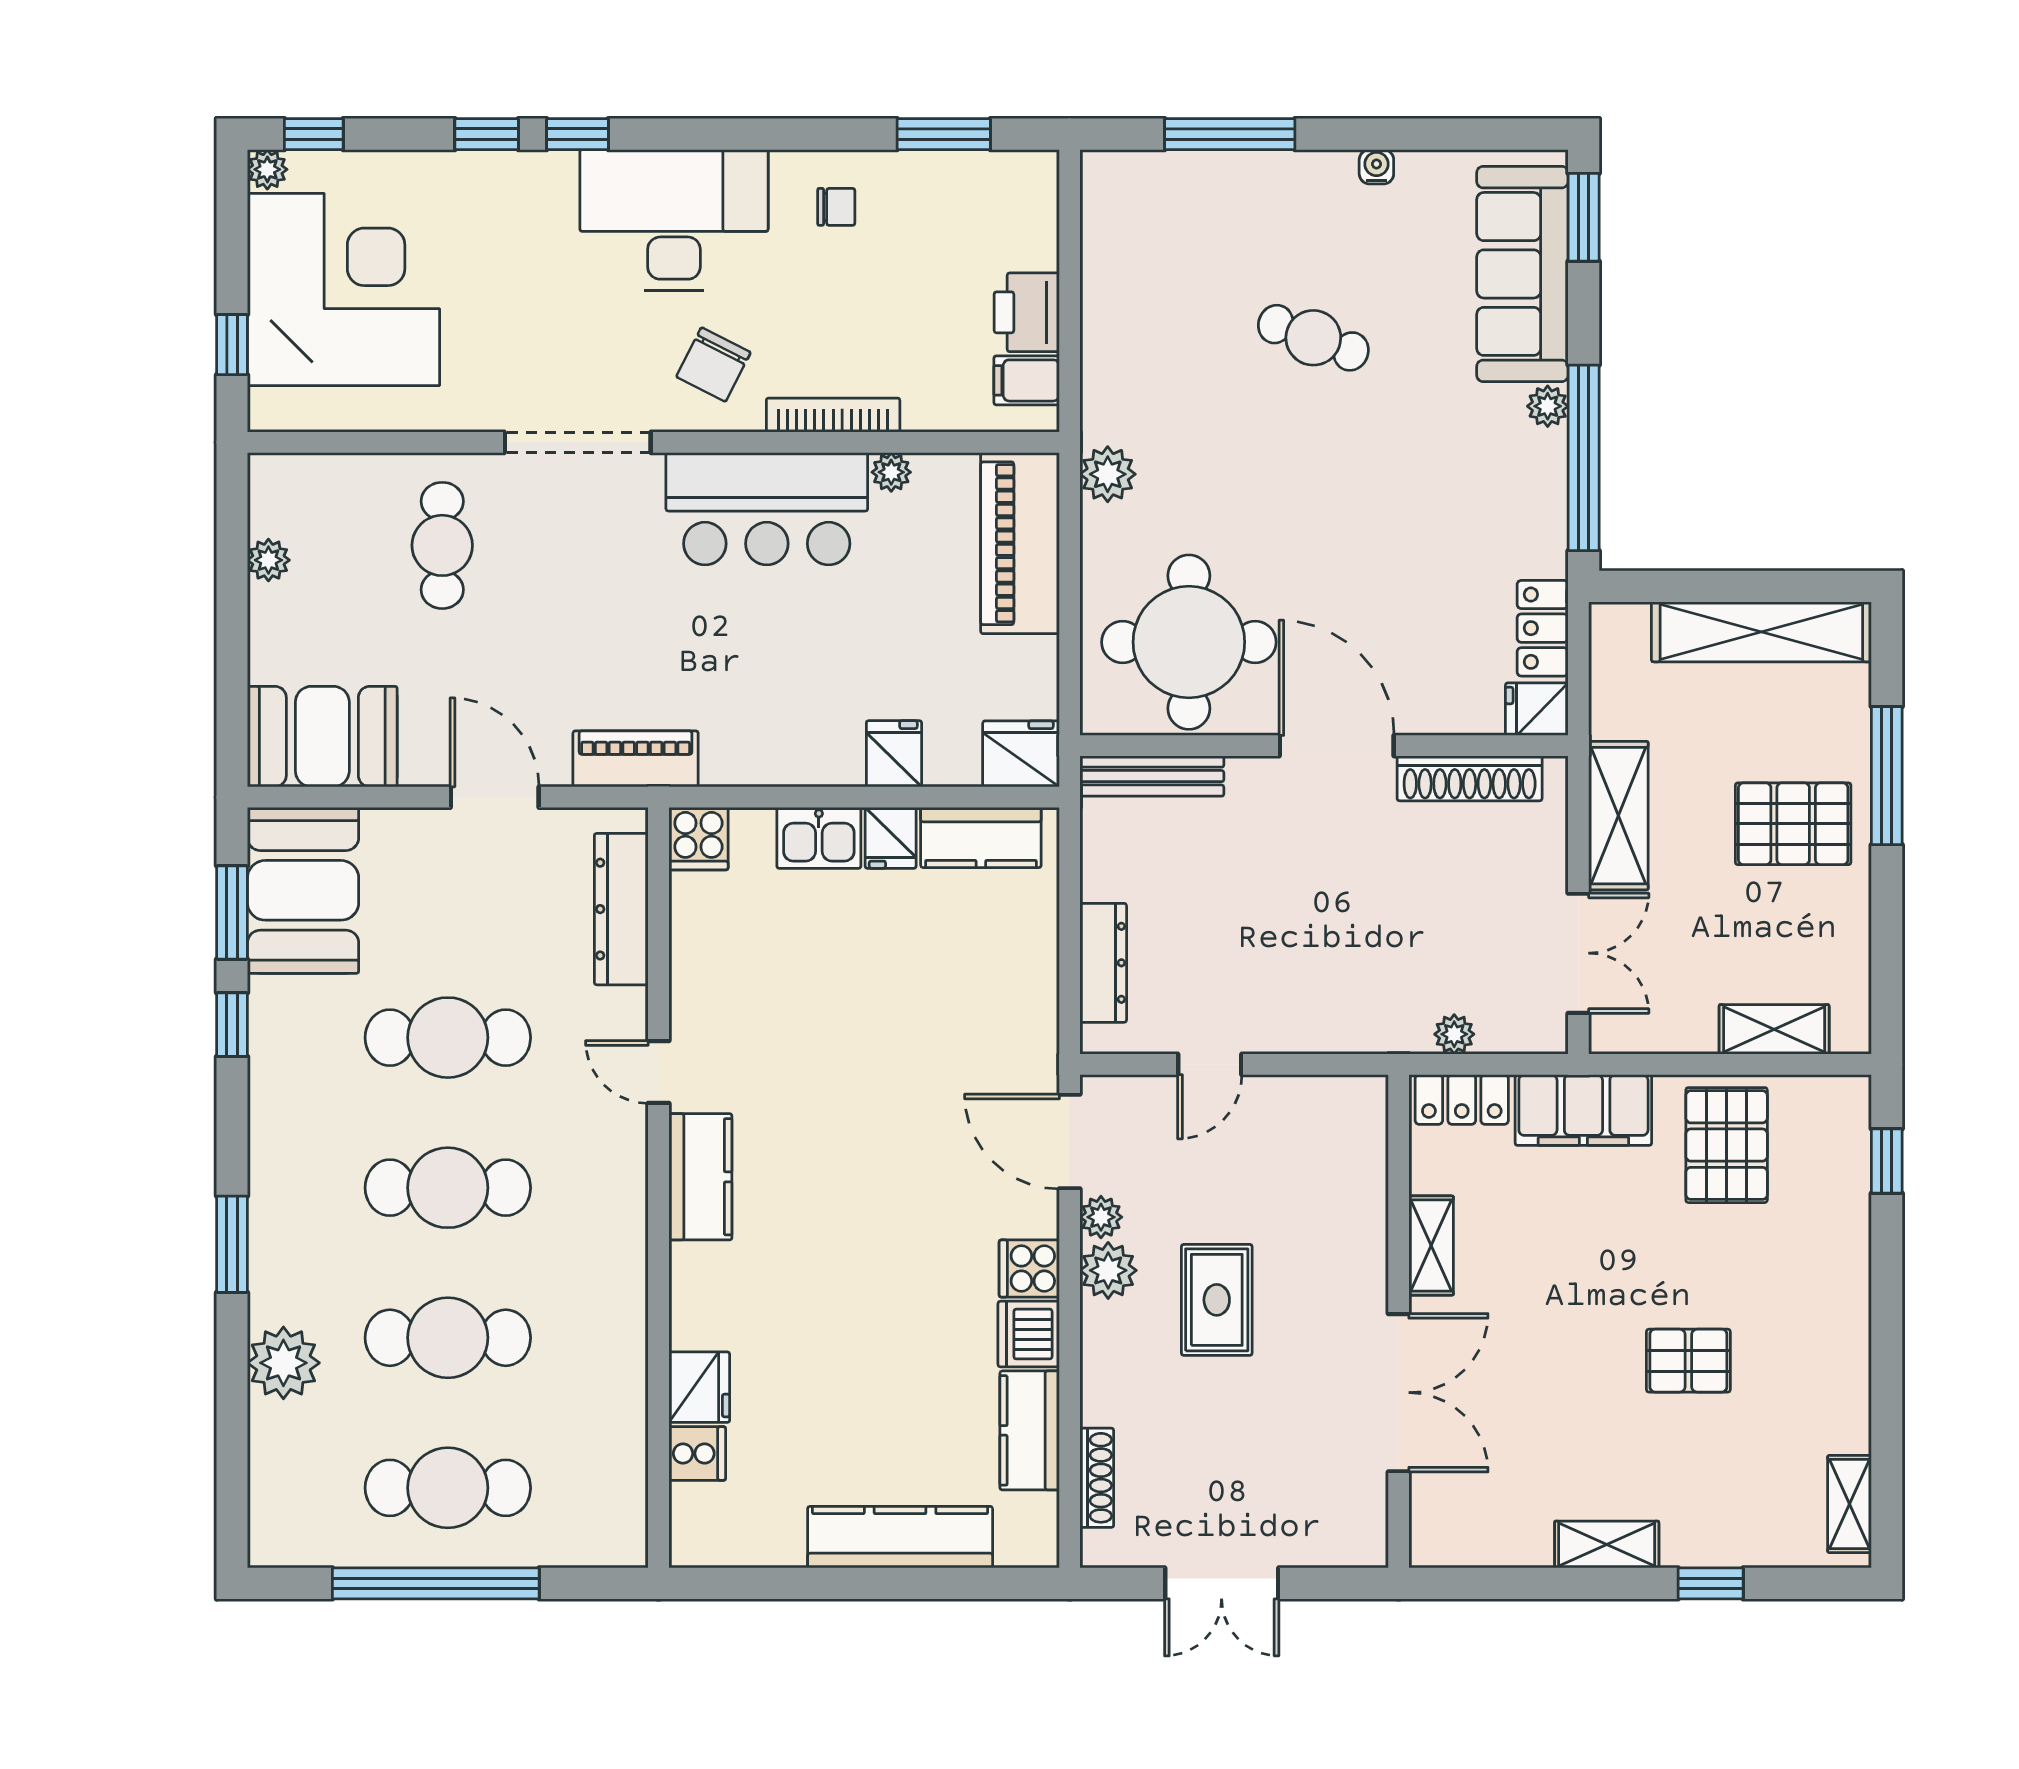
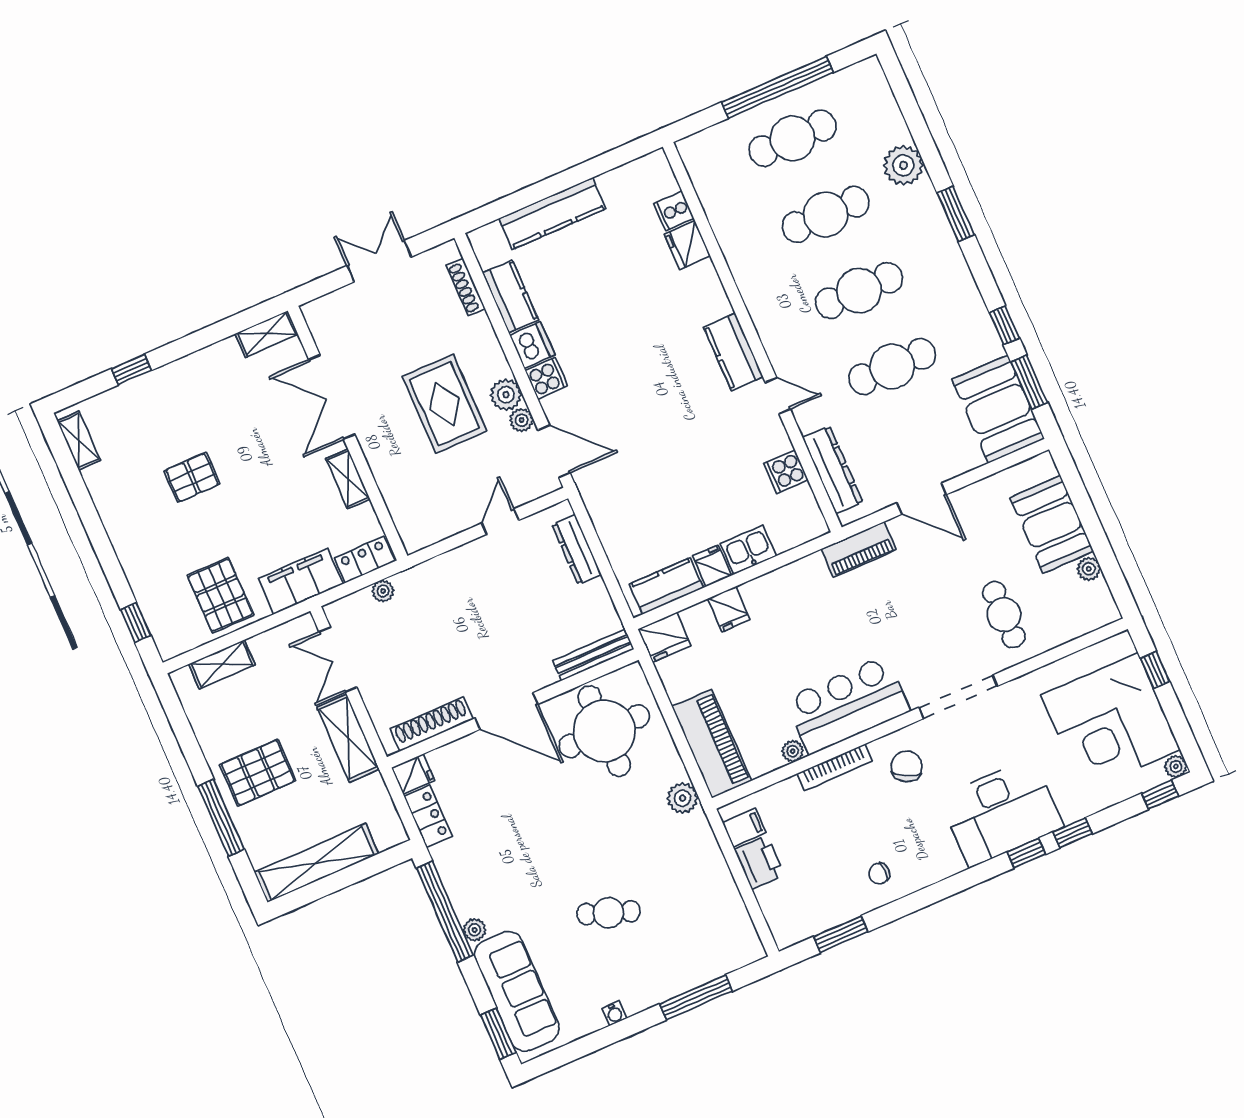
desk: (674, 220) -> (1001, 812), moved
booth: (322, 737) -> (1052, 525), moved, turned 90
cooker: (698, 839) -> (786, 472), moved, turned -90
rug: (1217, 1300) -> (444, 404), width x1.36, depth x1.43
shelving: (1607, 1545) -> (267, 334), moved

